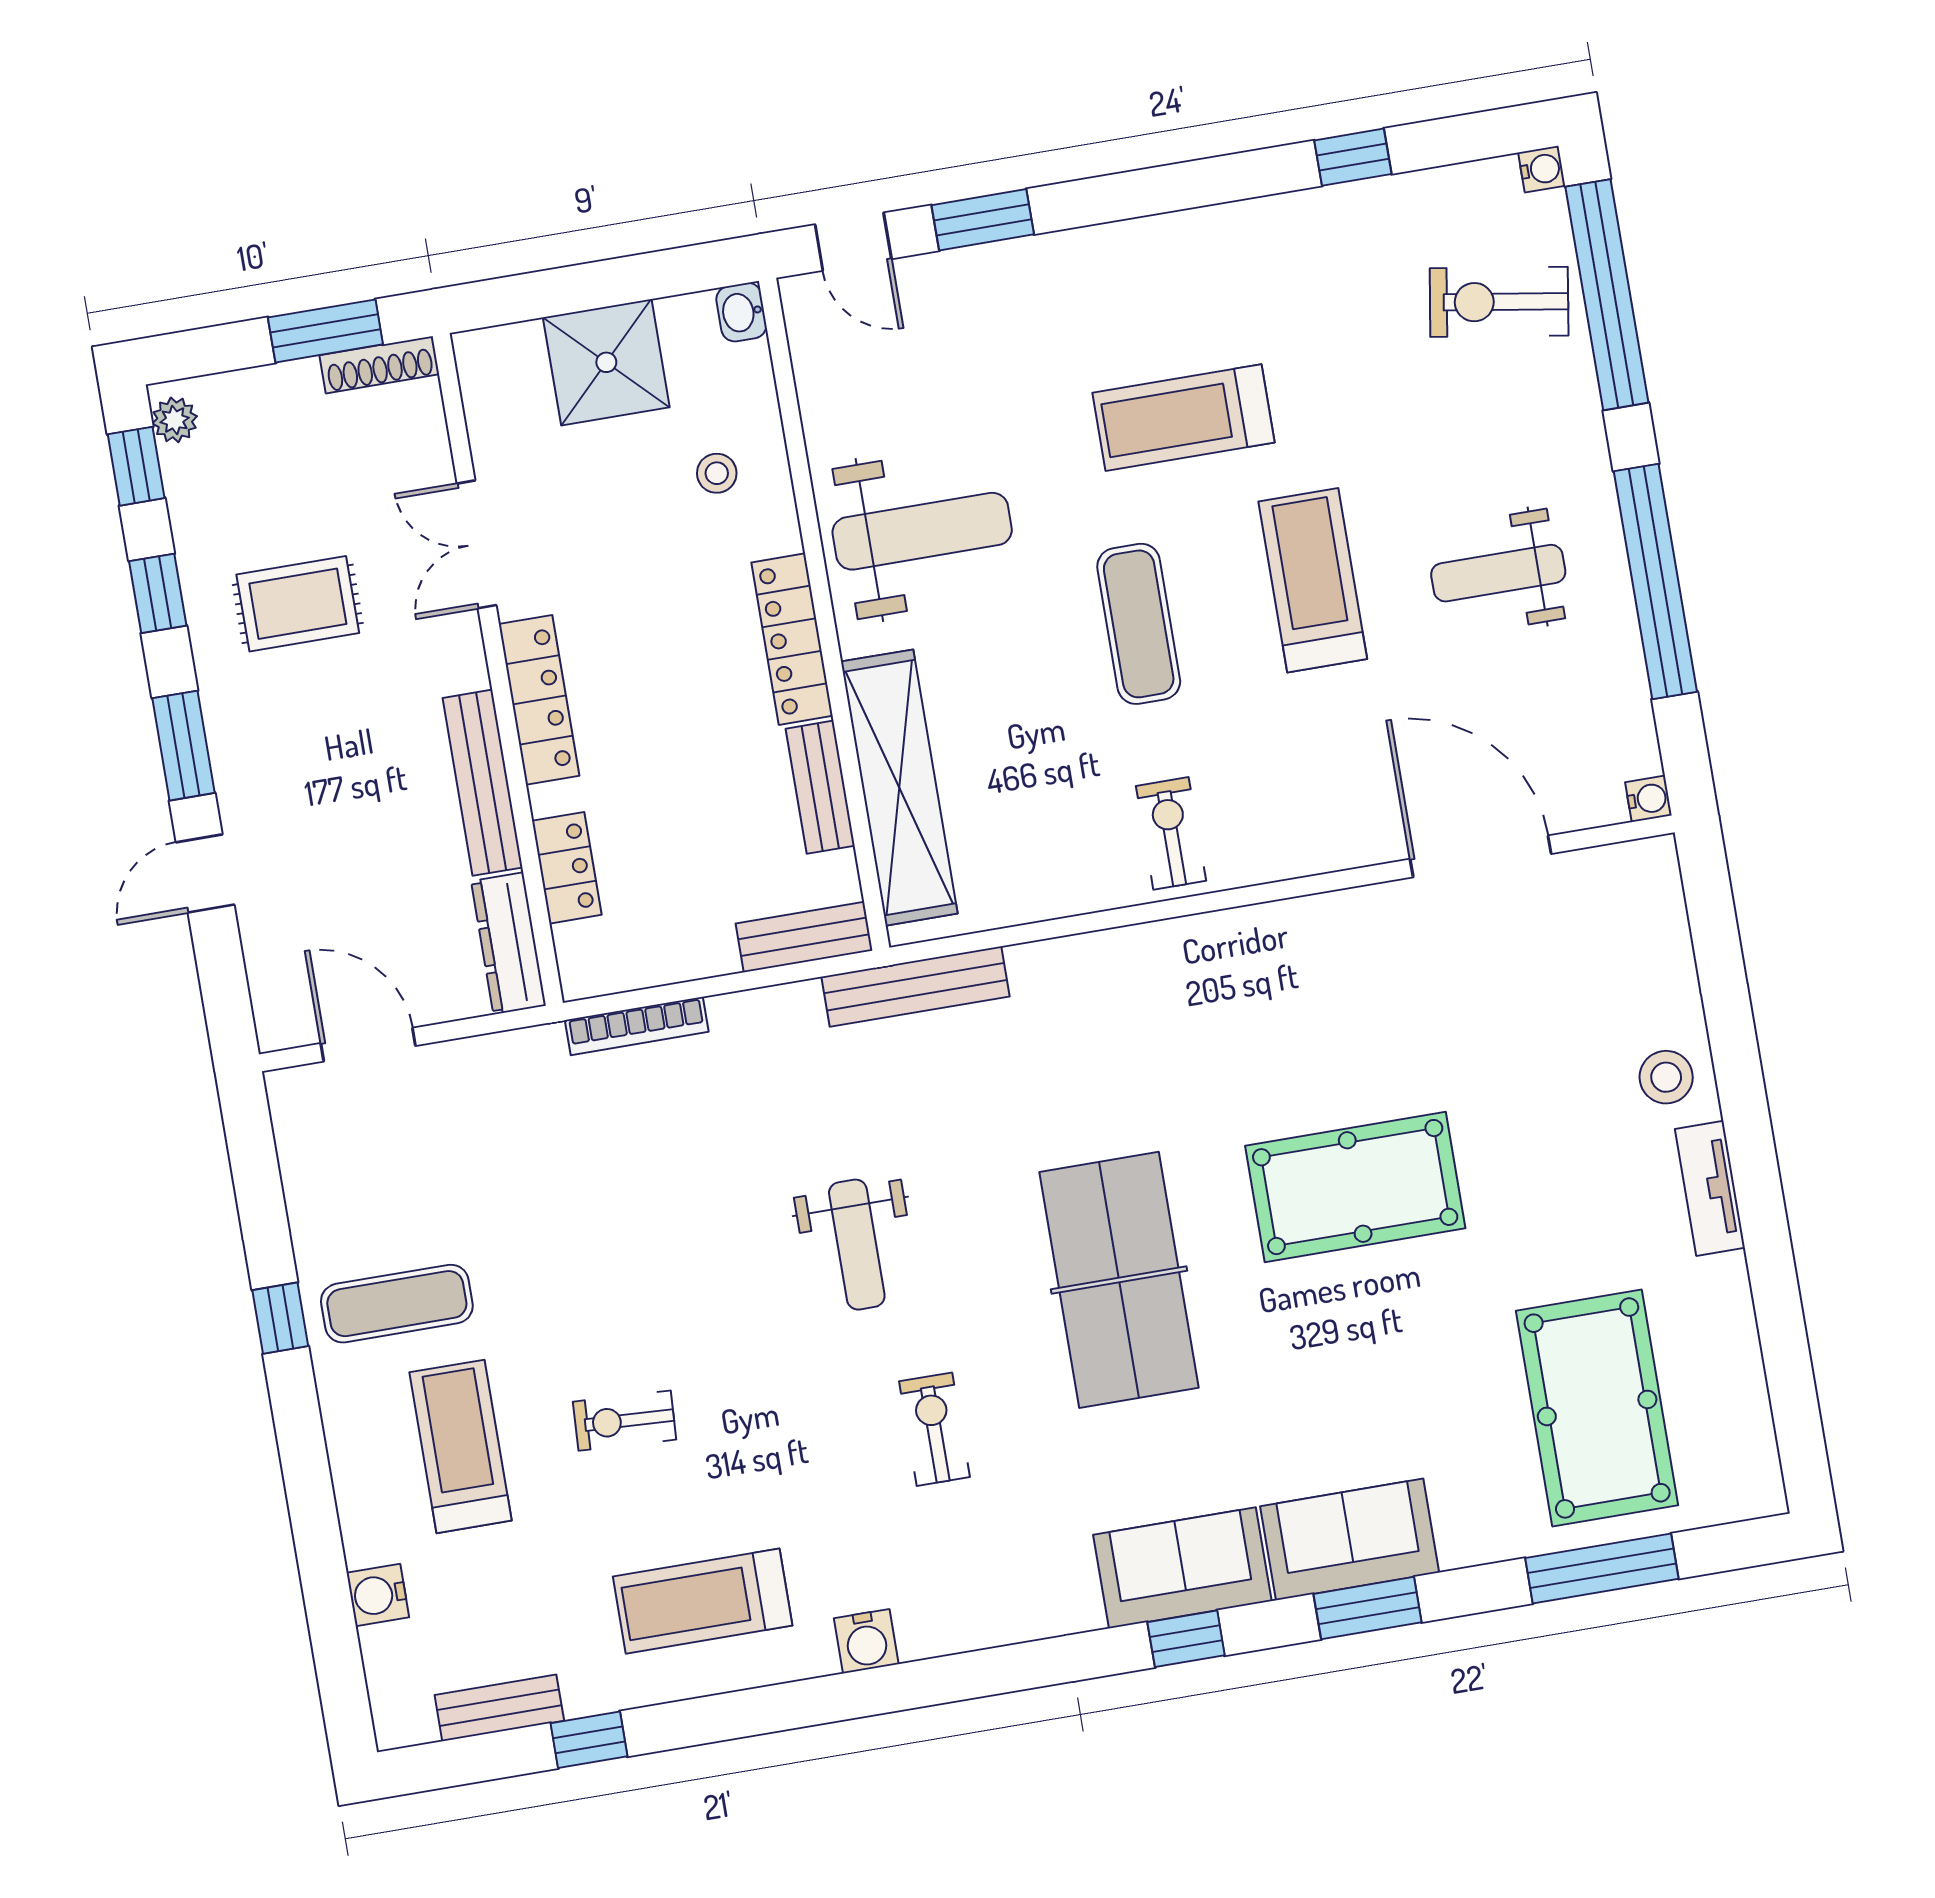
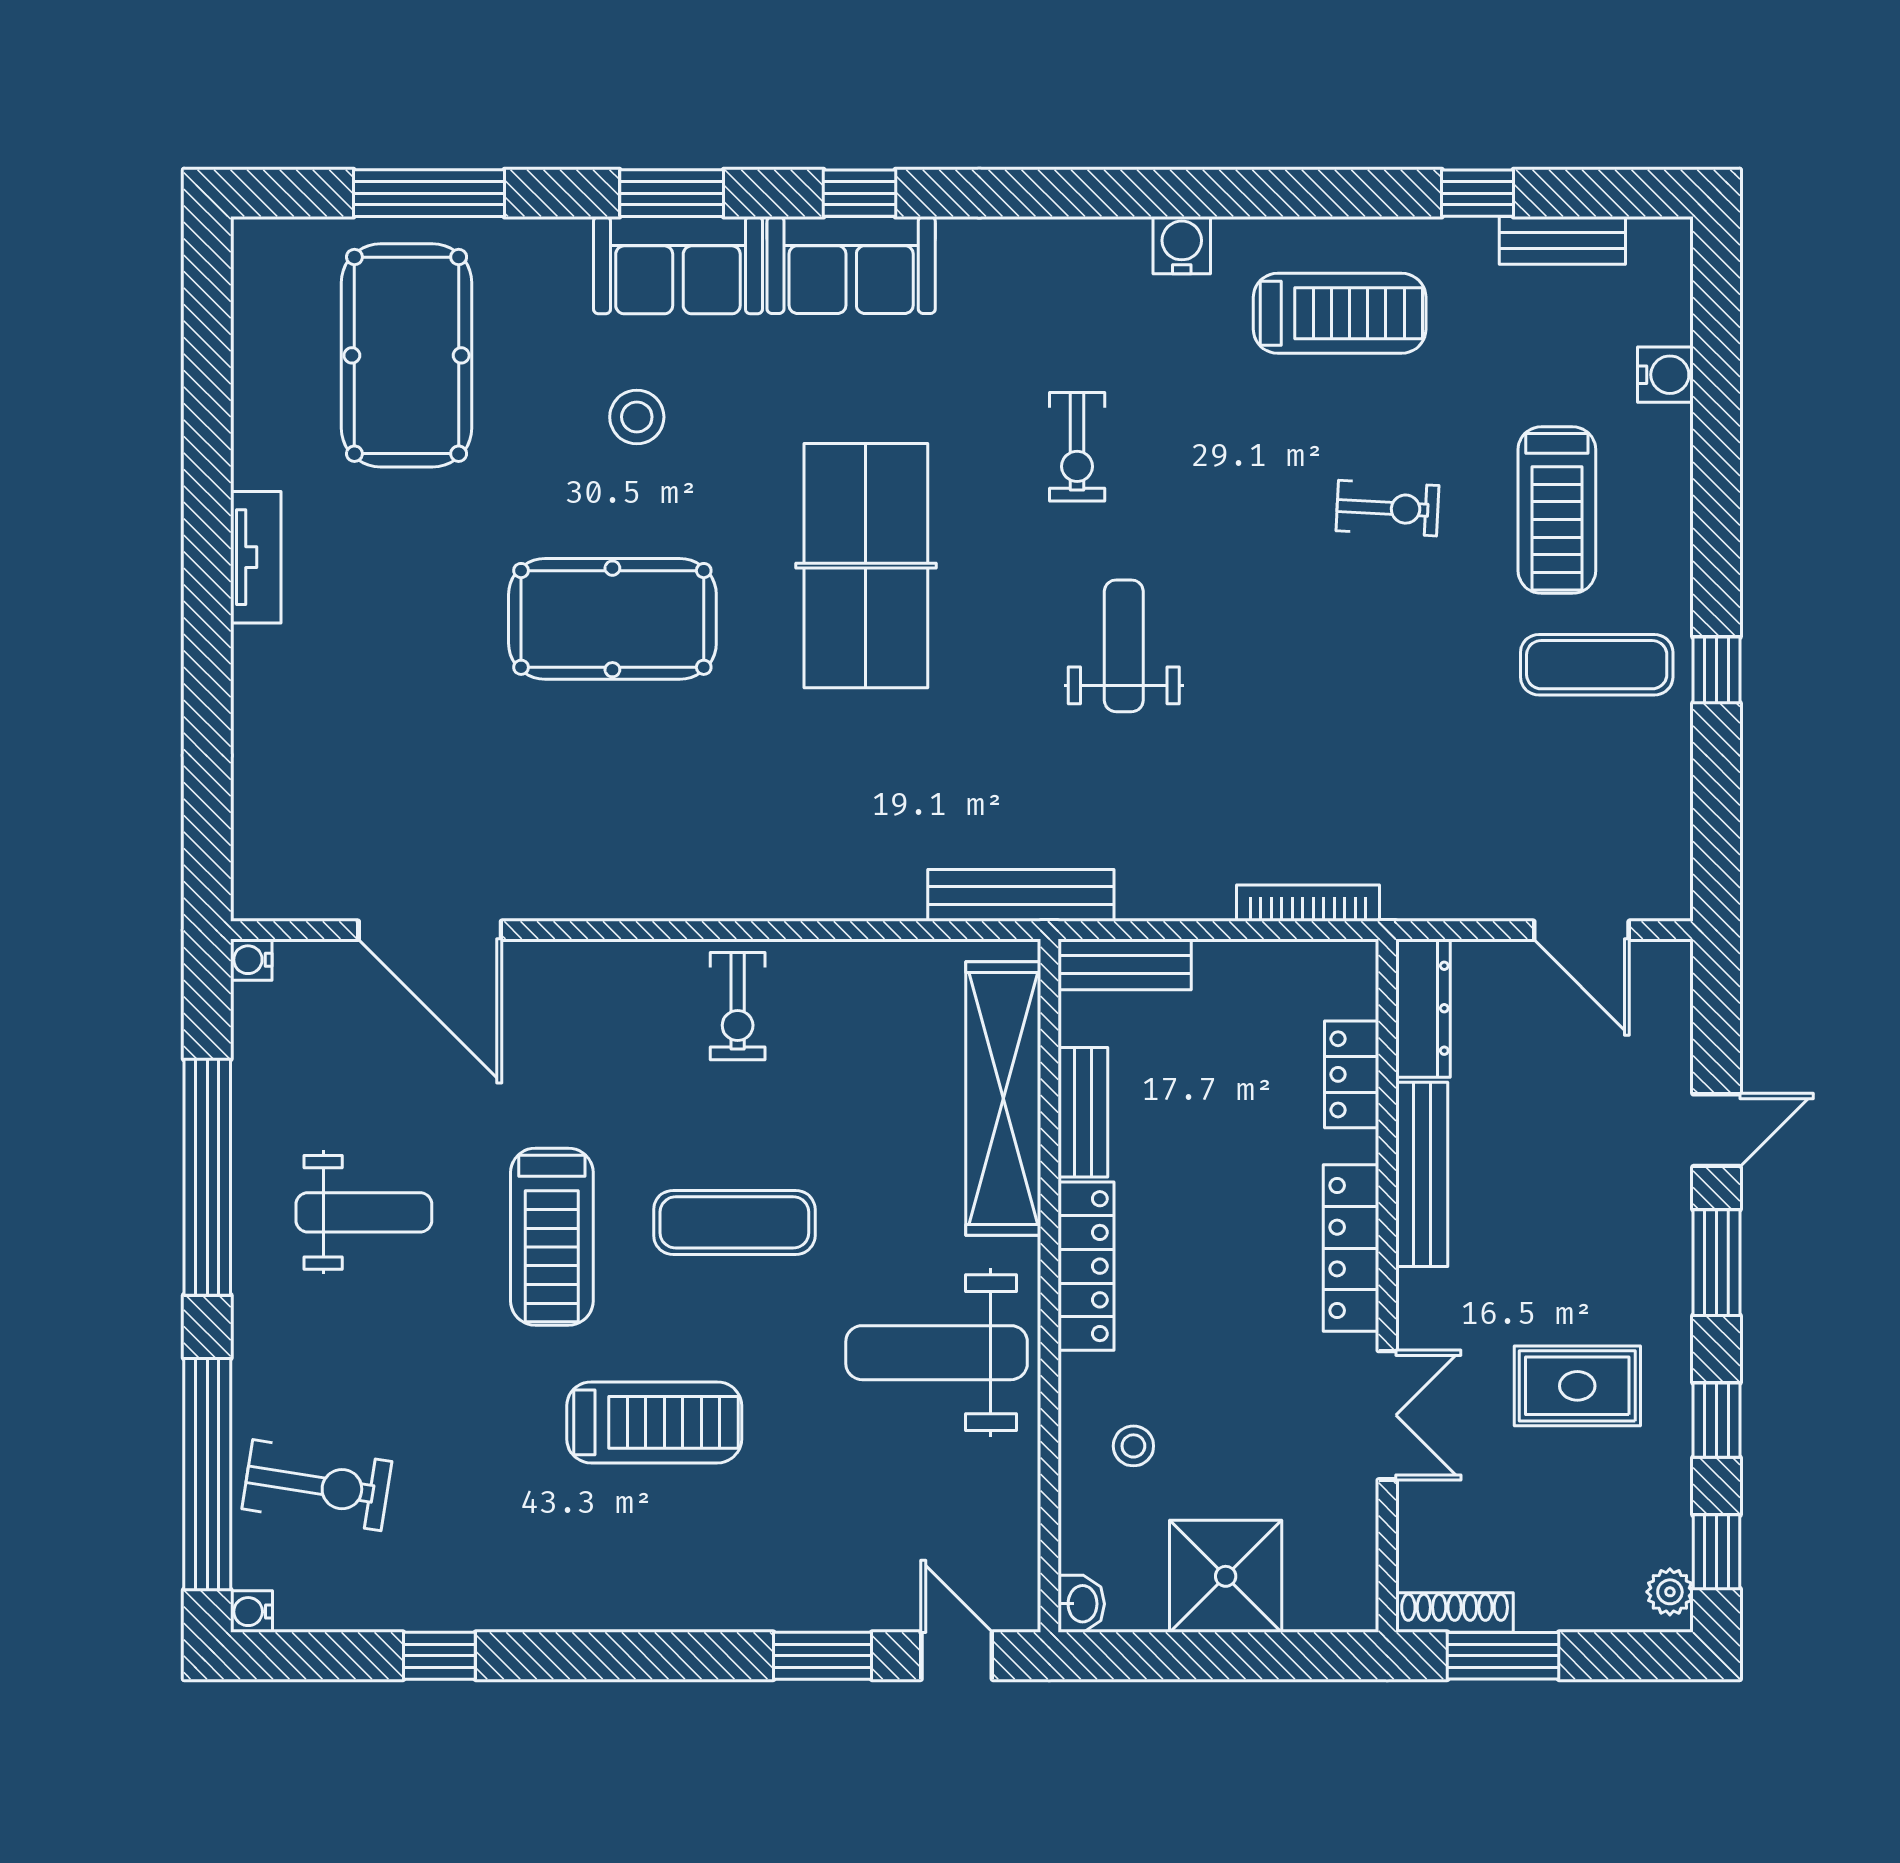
exercise mat: (1139, 624) -> (734, 1222), turned 90
stool: (1666, 1077) -> (637, 417), moved

